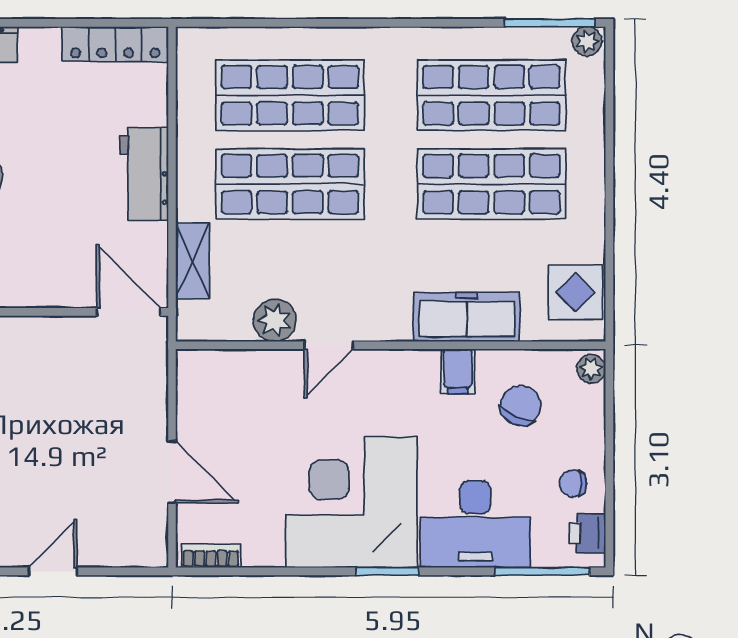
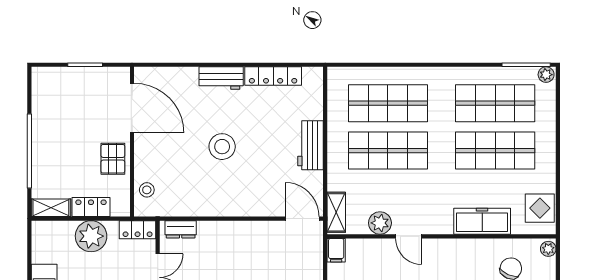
locker: (115, 44) -> (273, 76), moved
shelving: (193, 261) -> (336, 212), moved
door: (329, 345) -> (409, 236), hinge flipped
filing cabinet: (458, 371) -> (336, 250), moved

